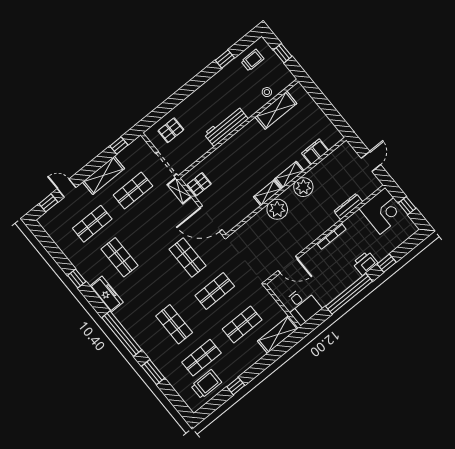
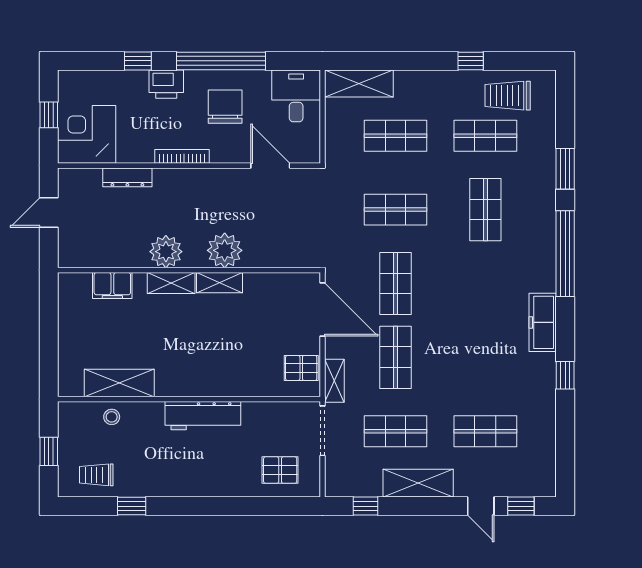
shop shelf: (119, 257) -> (396, 357), moved
chair: (330, 275) -> (225, 107), added

